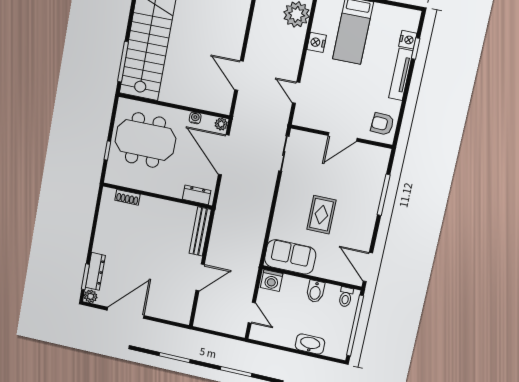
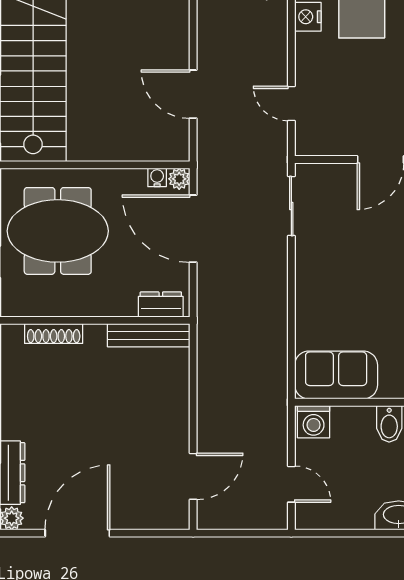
water cooler: (195, 118) -> (157, 177), moved
shoe rack: (127, 197) -> (54, 334), width x1.43
rug: (321, 215) -> (373, 294), removed
bench: (200, 231) -> (149, 335), moved, turned 90
door: (200, 277) -> (193, 476), moved

